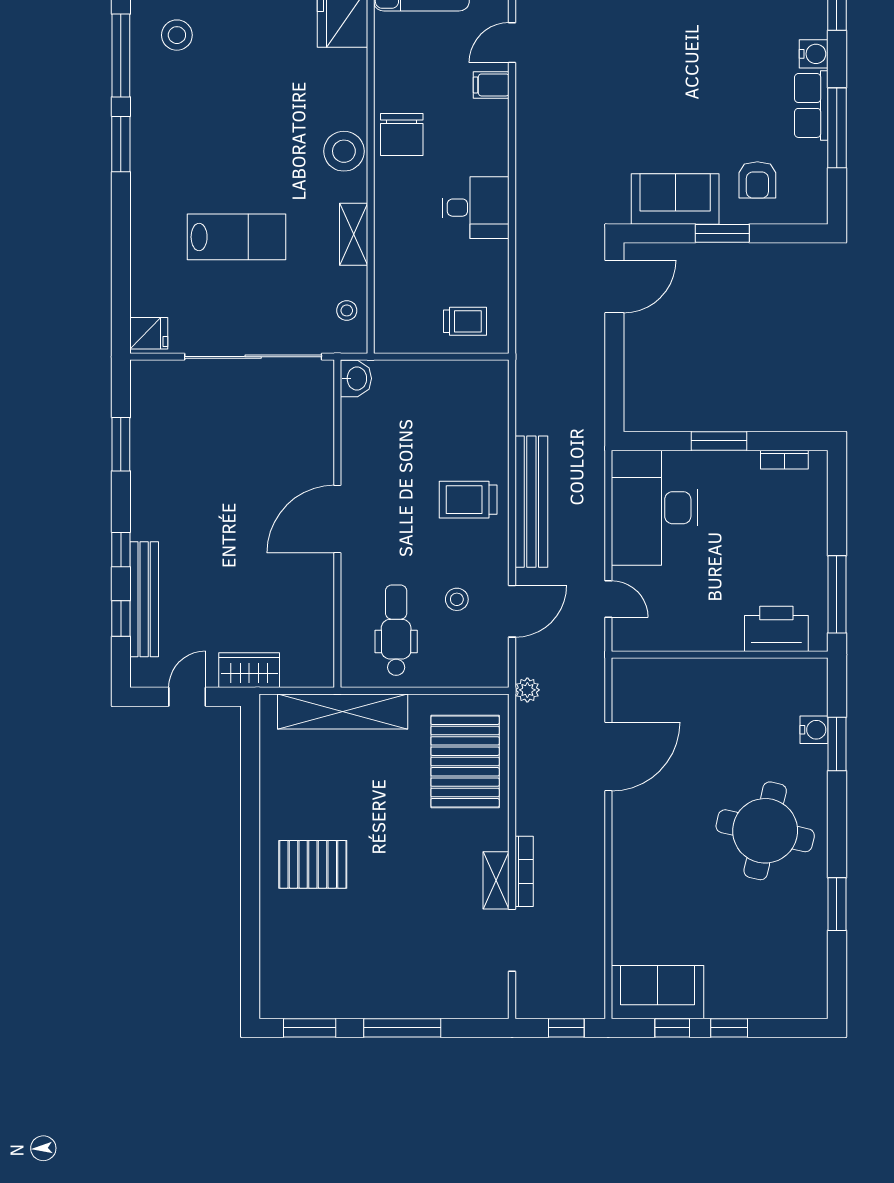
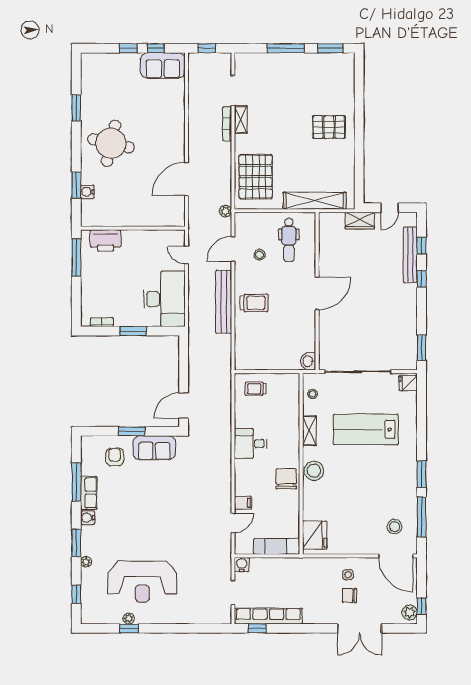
lab bench: (236, 237) -> (366, 429), width x1.36, depth x1.39
window: (121, 444) -> (421, 348), moved

